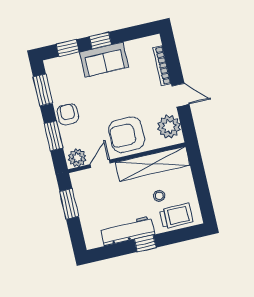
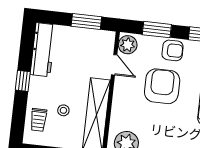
armchair: (127, 135) -> (162, 86), moved
trolley: (176, 216) -> (38, 120), width x0.73, depth x0.72
workbench: (127, 231) -> (43, 50), moved

